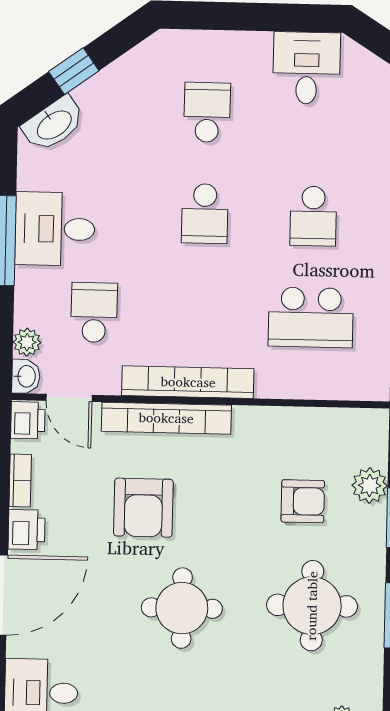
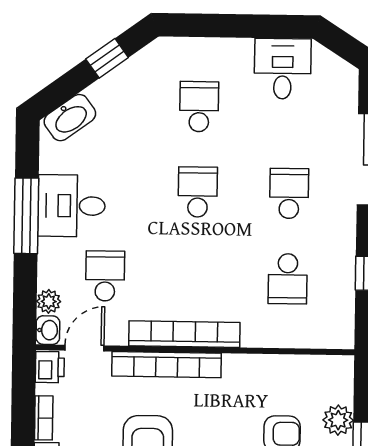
window: (74, 71) -> (107, 58), moved
school desk: (205, 214) -> (198, 192), turned 180
school desk: (313, 216) -> (289, 193), turned 180
school desk: (311, 317) -> (288, 279), width x0.54
door: (69, 398) -> (84, 348), swing flipped

